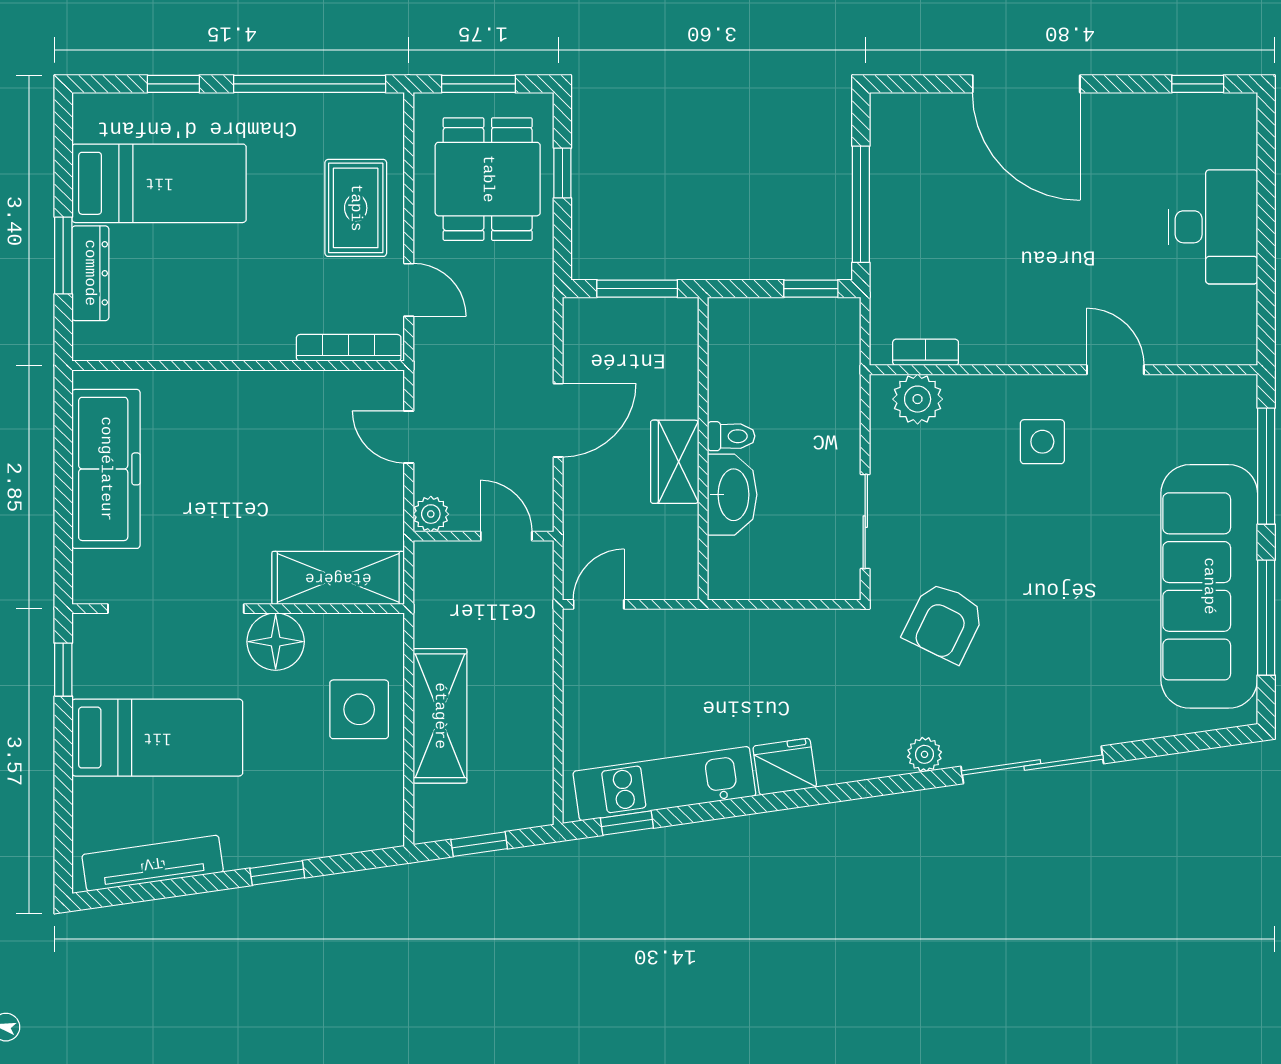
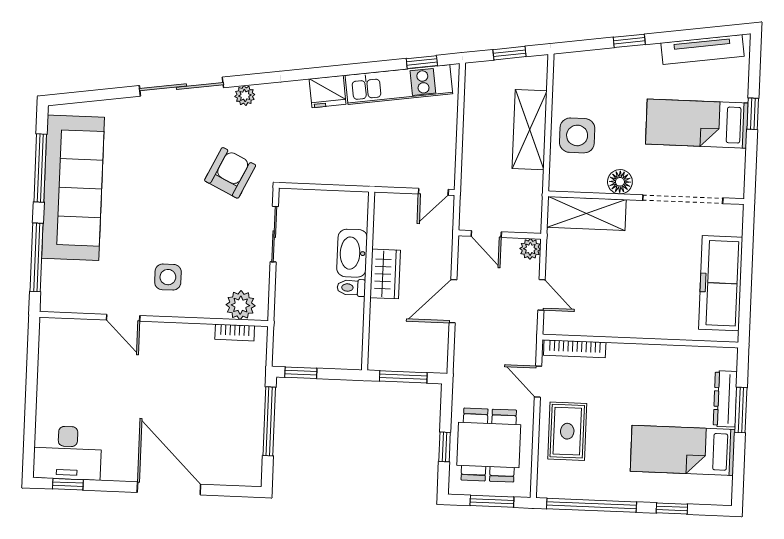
desk: (1213, 227) -> (67, 453), moved, turned -90
floor lamp: (276, 642) -> (620, 182), width x0.73, depth x0.73
window: (63, 670) -> (753, 114), moved

